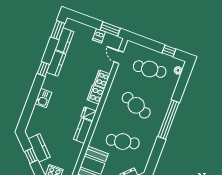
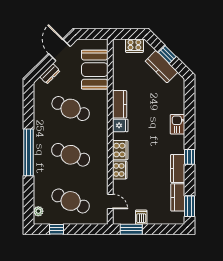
cafe table: (150, 69) -> (71, 201), turned 30
cafe table: (123, 142) -> (71, 109), turned 36

